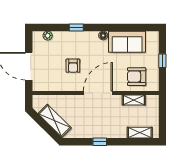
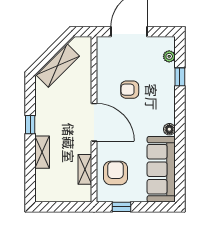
window: (76, 27) -> (180, 77), moved
sofa: (127, 42) -> (161, 169), width x1.36
window: (162, 61) -> (121, 207), moved
shelving: (140, 133) -> (42, 152), moved

